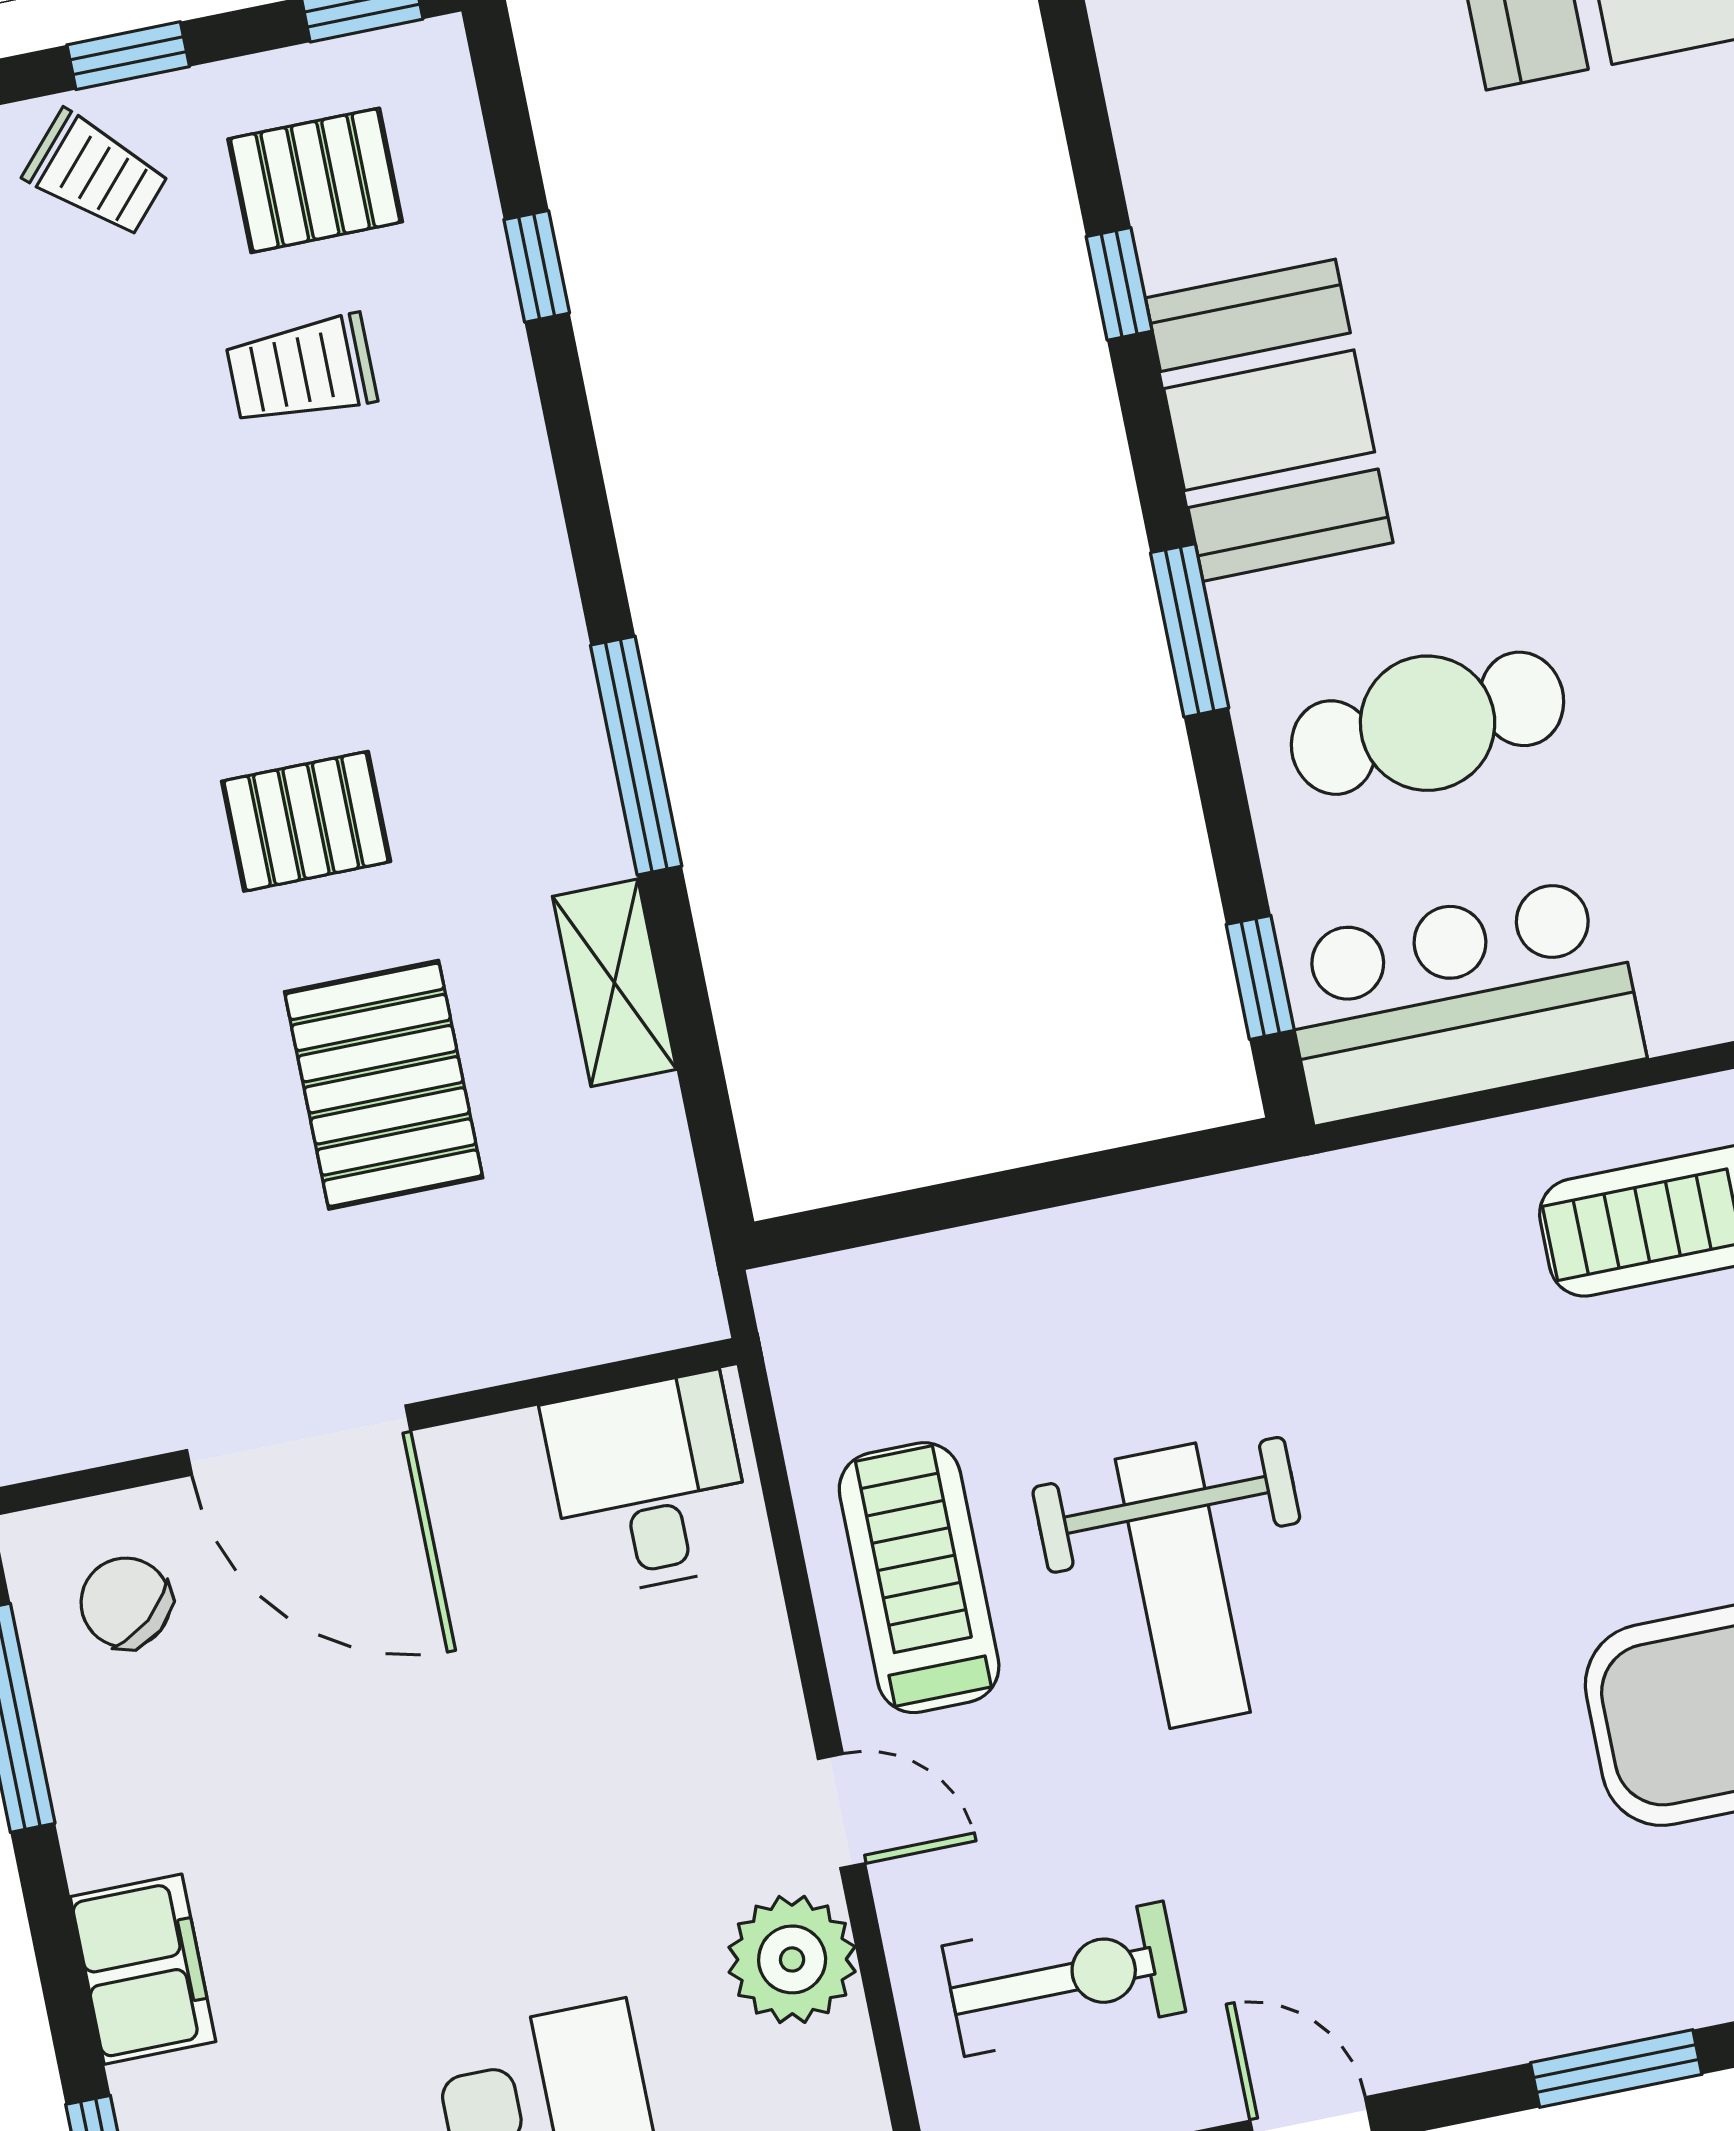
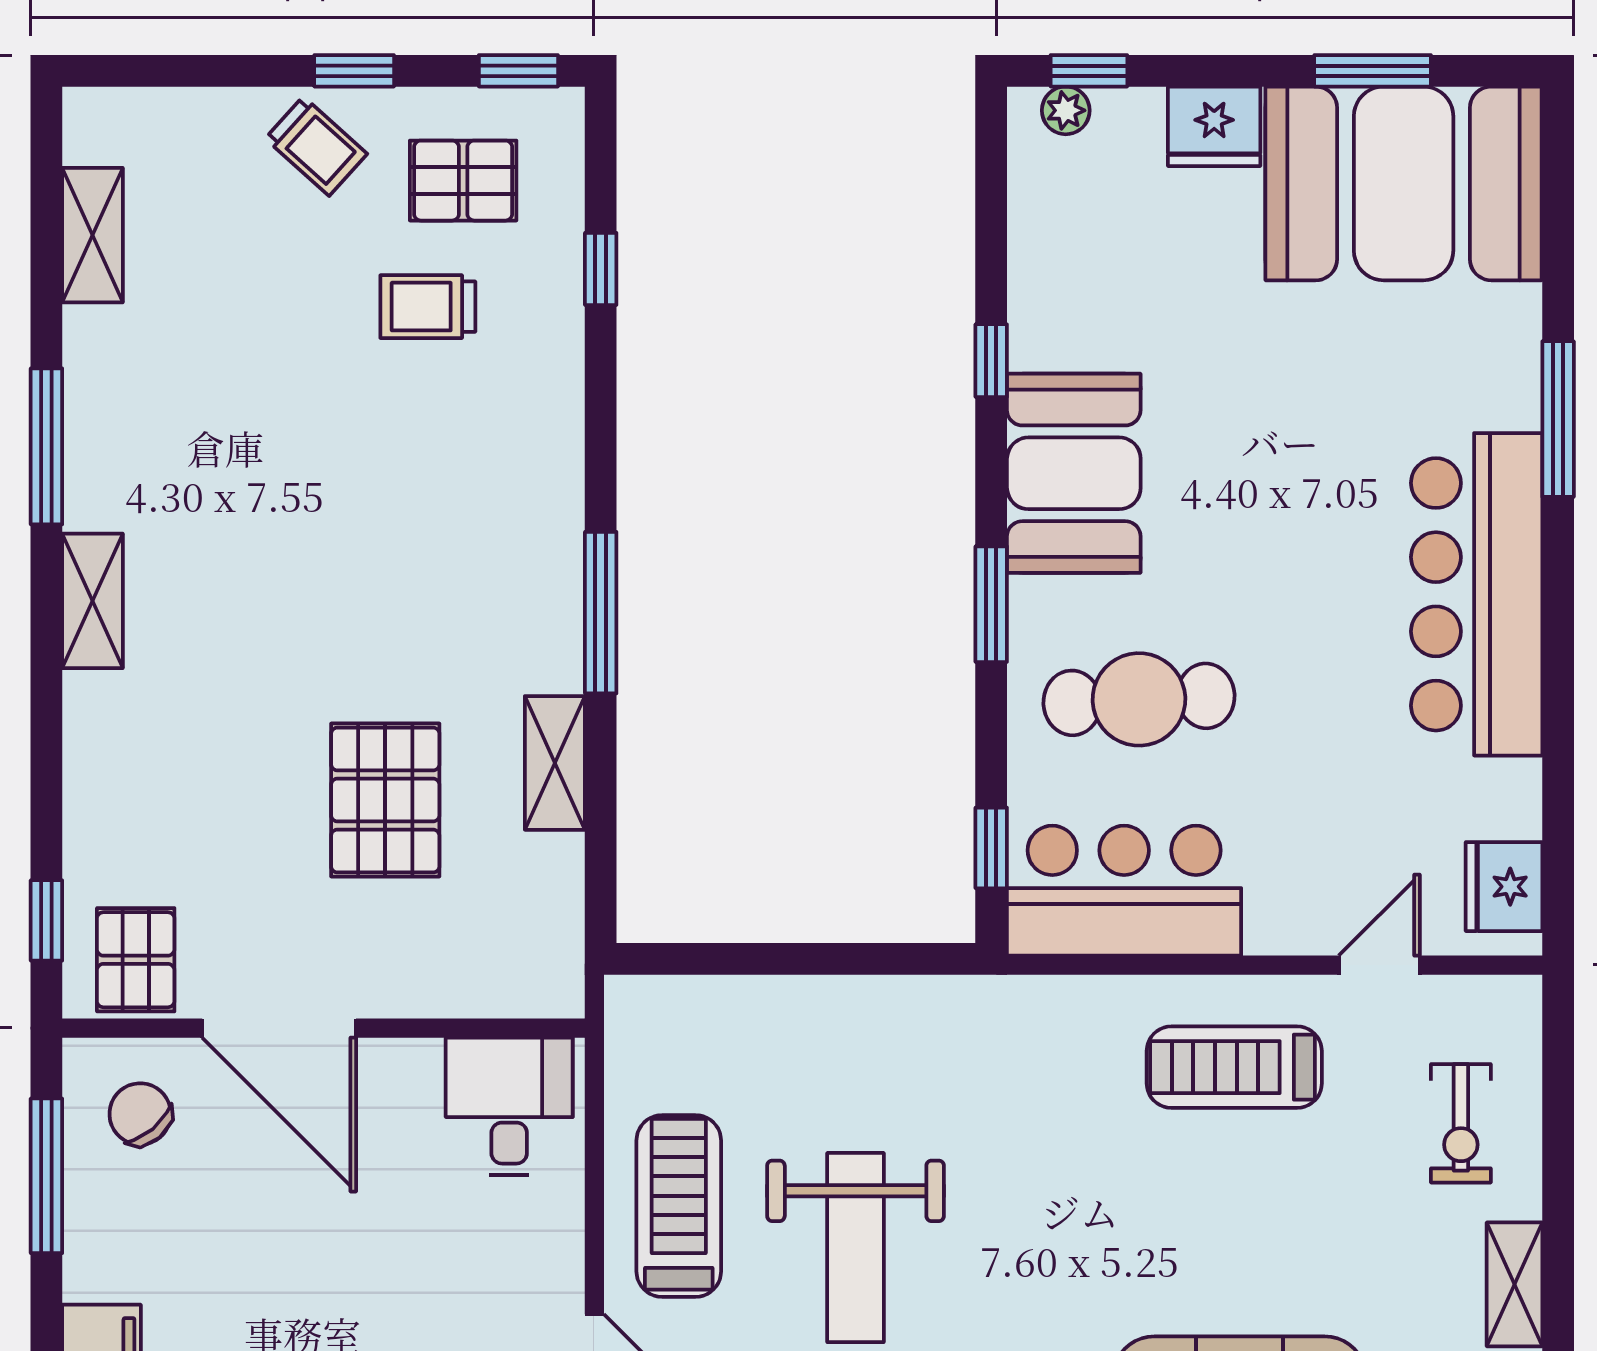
pallet: (306, 821) -> (136, 960), moved, turned 90

